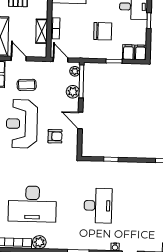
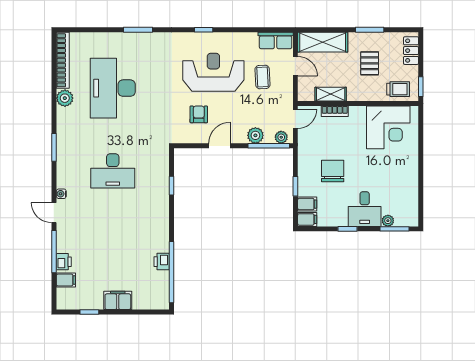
chair: (103, 31) -> (333, 171), turned 180
door: (19, 59) -> (295, 66), hinge flipped
armchair: (55, 136) -> (199, 114), turned 180

